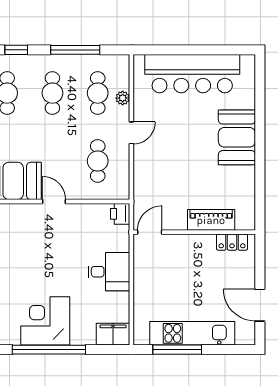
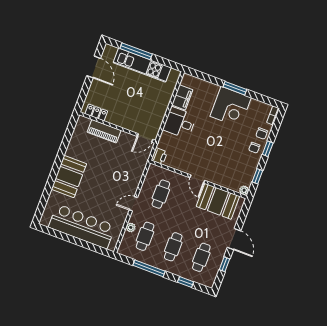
filing cabinet: (113, 334) -> (182, 97), moved, turned -90
window: (49, 350) -> (235, 88), width x0.47
window: (177, 350) -> (136, 51), moved

